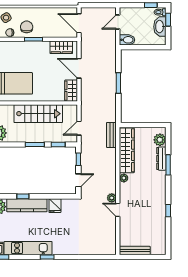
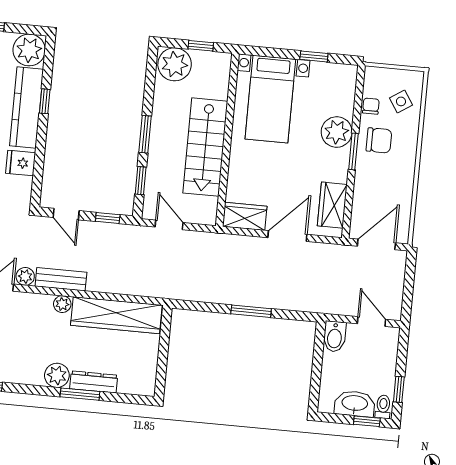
plant: (24, 49) -> (337, 132), added
bench: (111, 135) -> (61, 279), moved
plant: (160, 140) -> (57, 375), moved

